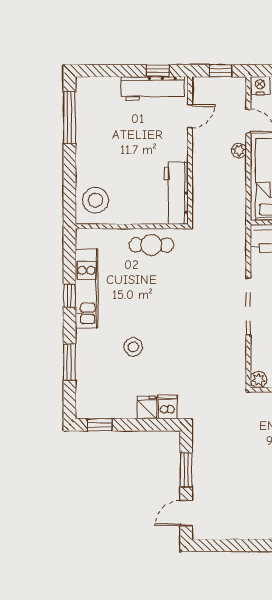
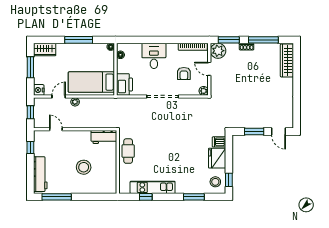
workbench: (153, 88) -> (40, 174), moved
workbench: (176, 193) -> (104, 137), width x0.73
stool: (95, 200) -> (84, 167), moved
window: (69, 296) -> (146, 197), moved
stool: (133, 347) -> (215, 182), moved
fridge: (147, 408) -> (217, 158), width x1.88, depth x1.34

